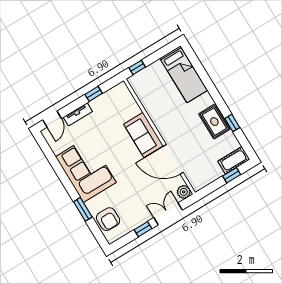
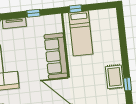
bed: (184, 74) -> (81, 33), moved
sofa: (144, 135) -> (56, 56), width x1.36

